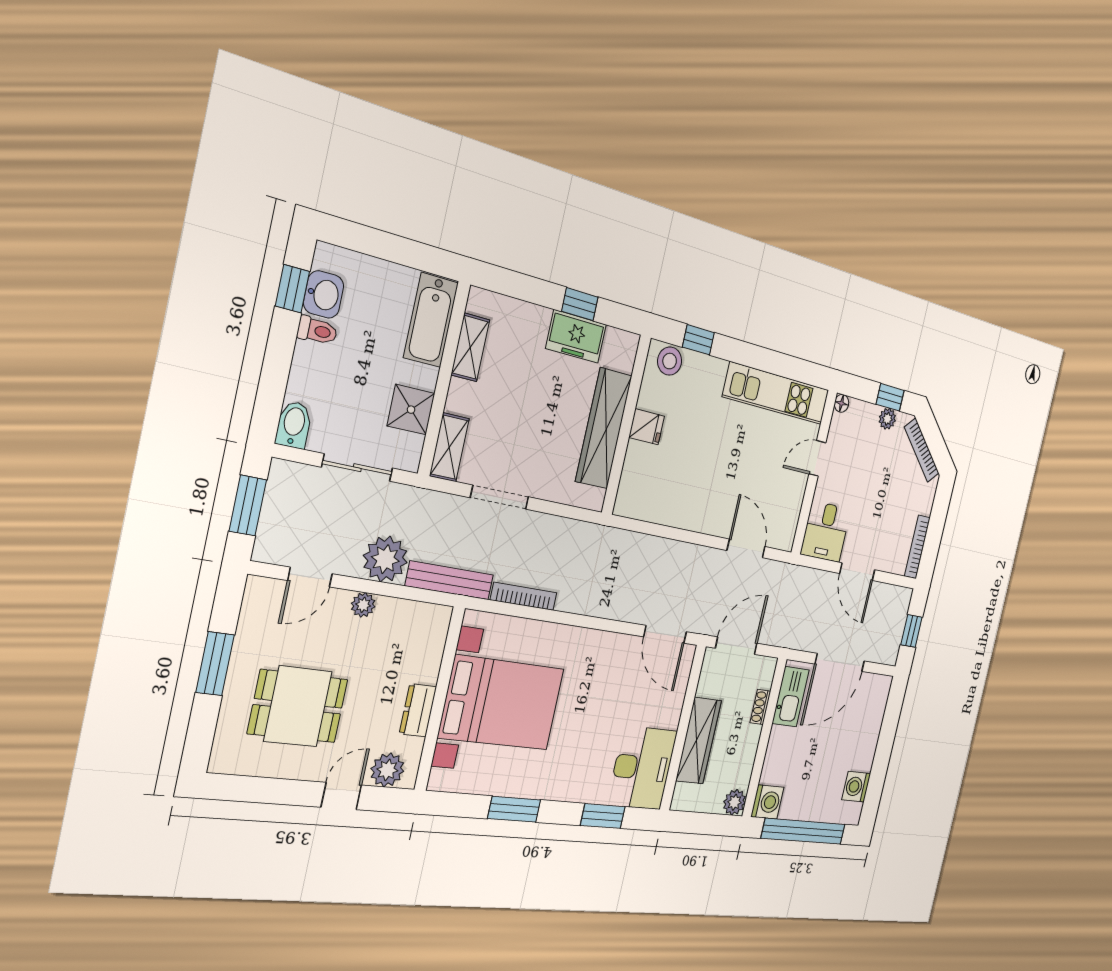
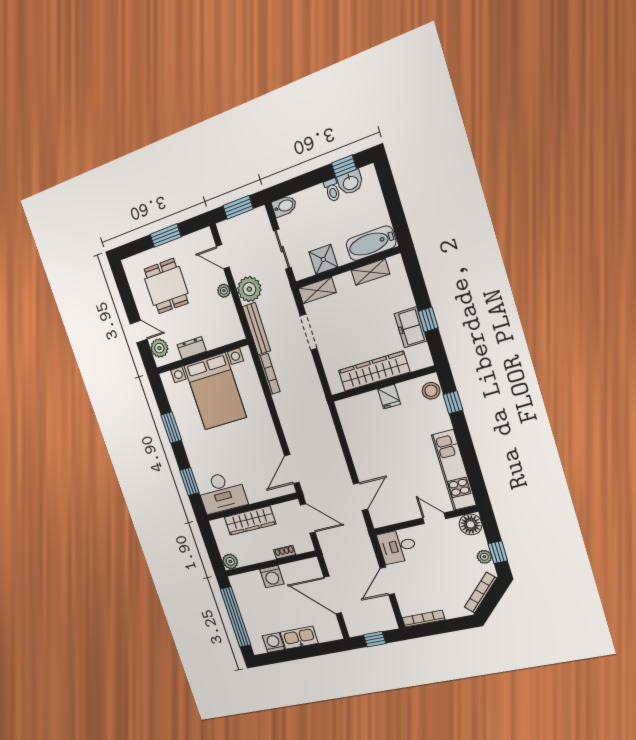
floor lamp: (842, 403) -> (471, 524), width x1.89, depth x1.89
kitchen sink: (791, 697) -> (299, 638), moved, turned 180
washing machine: (767, 802) -> (272, 577), moved

